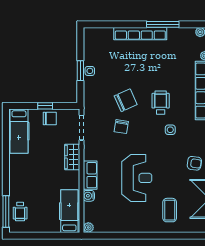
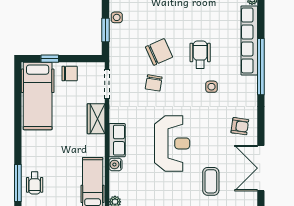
window: (80, 71) -> (105, 30), moved
window: (45, 106) -> (50, 59), moved
hospital bed: (19, 131) -> (38, 96), width x1.37, depth x1.29

